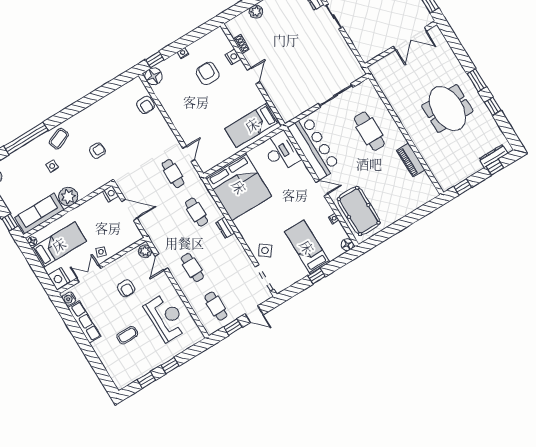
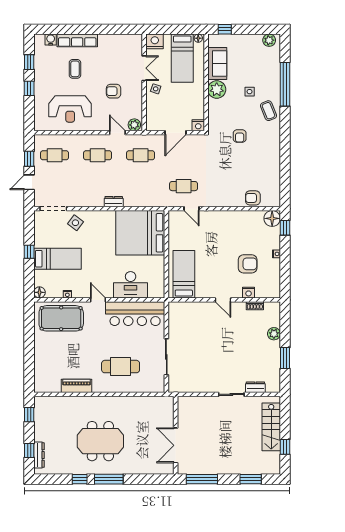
window: (477, 80) -> (109, 479), width x1.44
desk: (281, 152) -> (131, 285), moved
door: (322, 188) -> (98, 300), swing flipped
cafe table: (197, 212) -> (141, 155), moved
sofa: (39, 214) -> (217, 63), width x0.73
water cooler: (69, 299) -> (51, 40), moved
row of seats: (84, 322) -> (77, 40), moved

